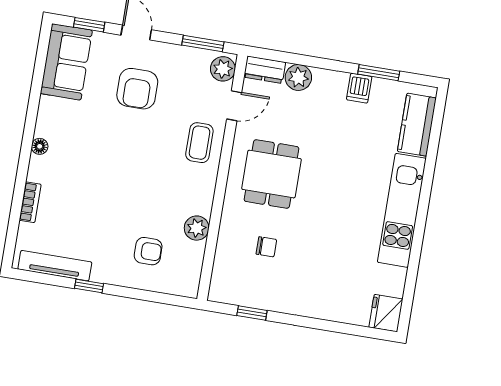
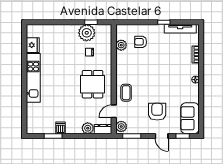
kitchen counter: (417, 125) -> (33, 116), removed
plant: (197, 228) -> (121, 45), moved
plant: (265, 291) -> (87, 33), added
fridge: (386, 313) -> (33, 45), moved

